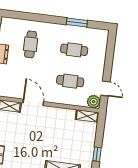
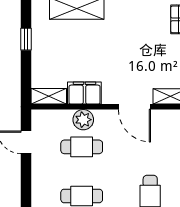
plant: (94, 102) -> (83, 120), moved
filing cabinet: (64, 115) -> (84, 93), added

